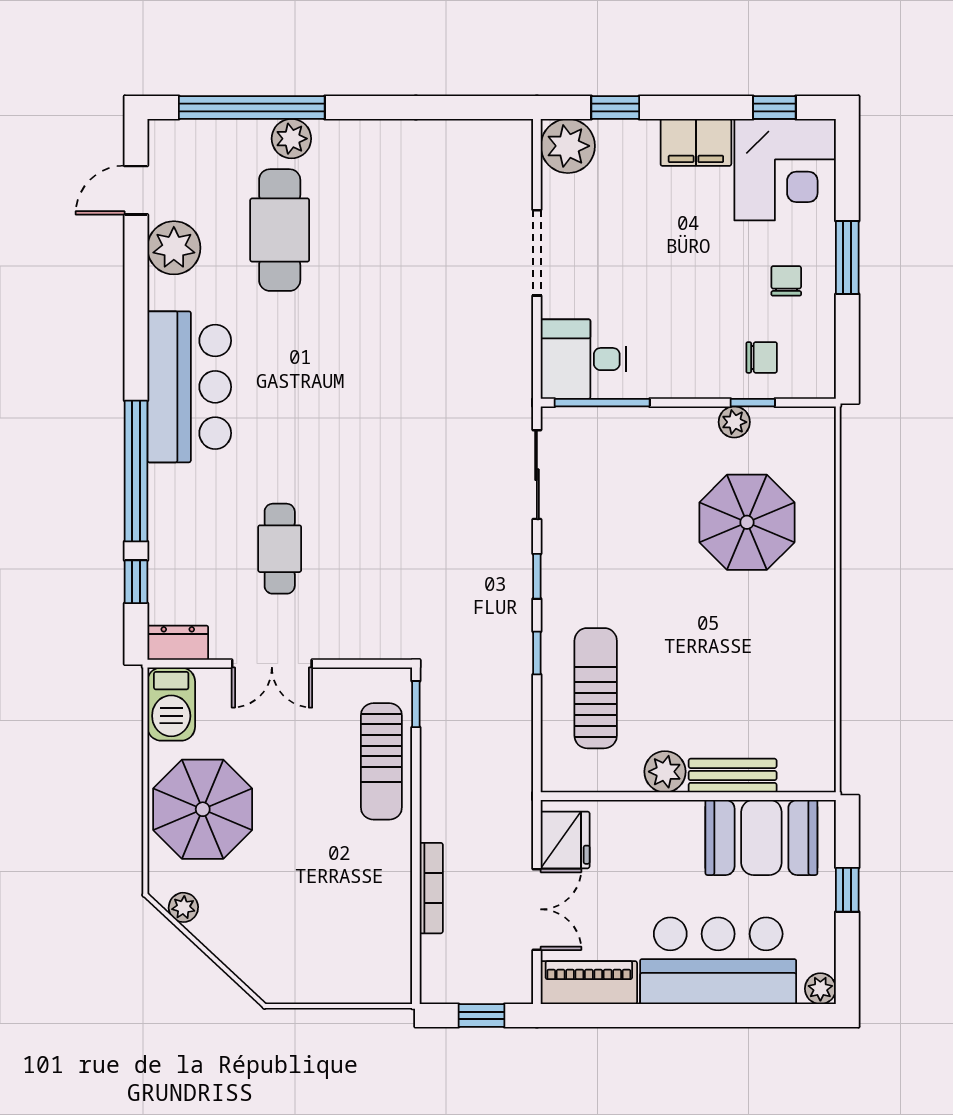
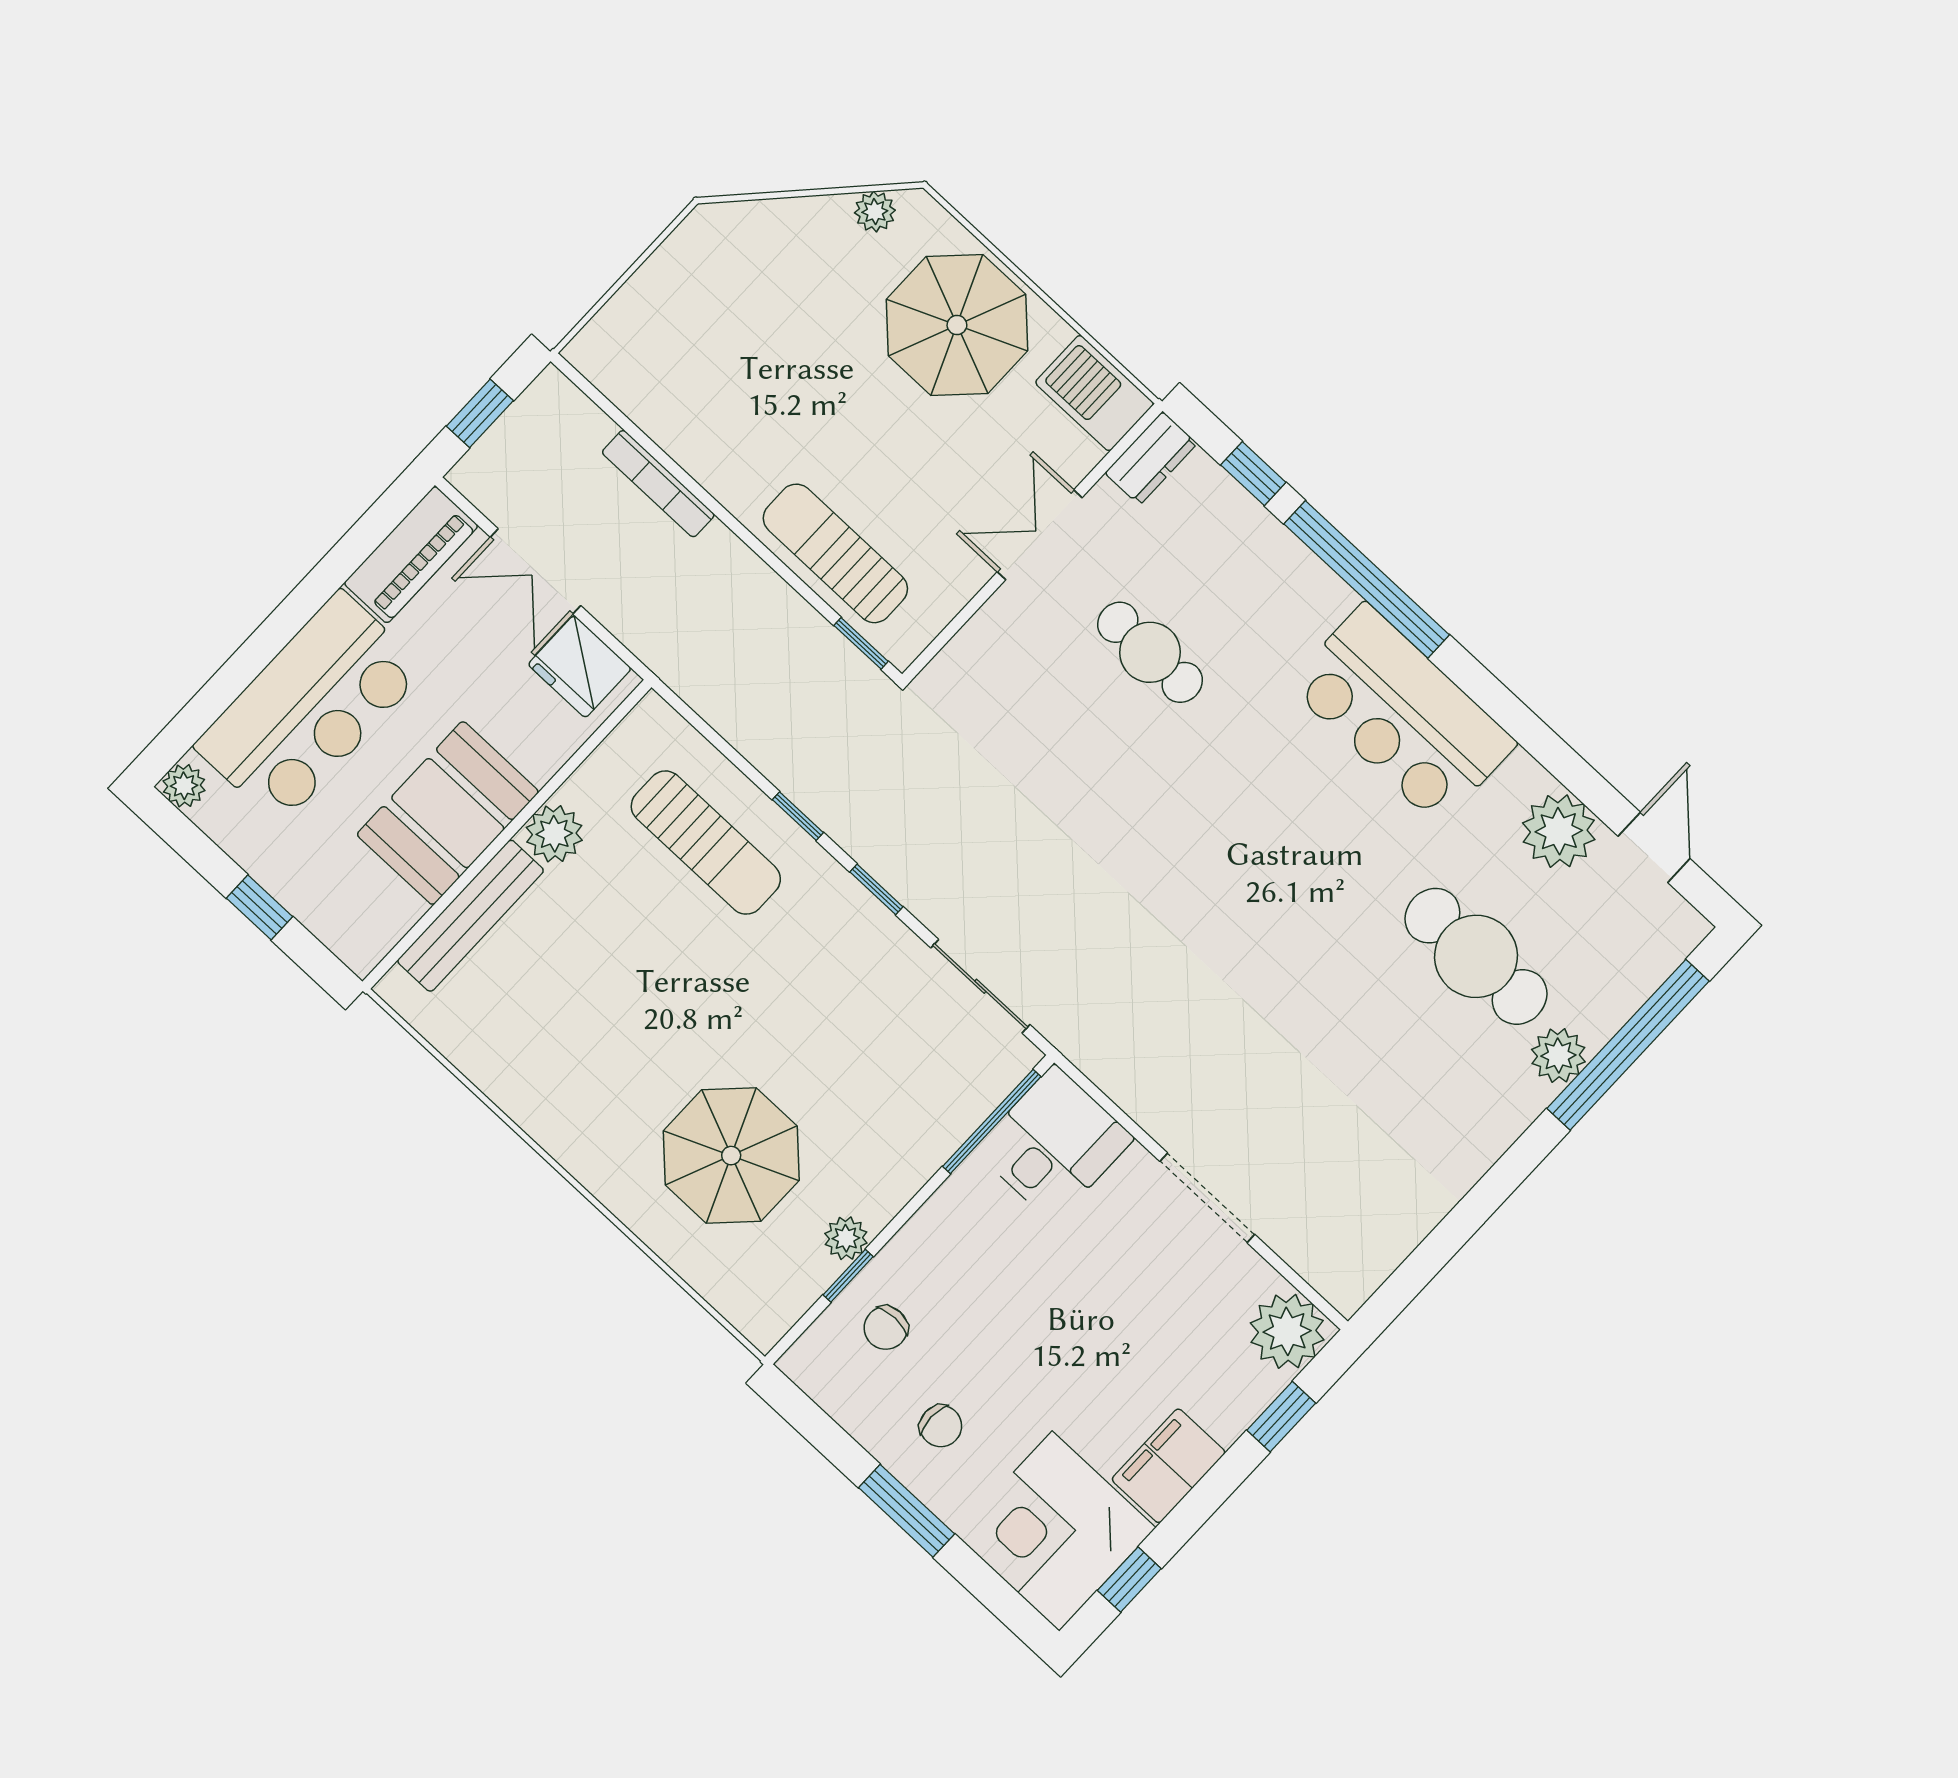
bench: (733, 775) -> (471, 916), width x1.36
booth: (761, 837) -> (448, 813), moved

